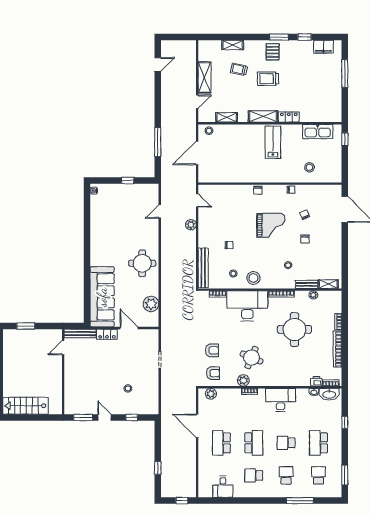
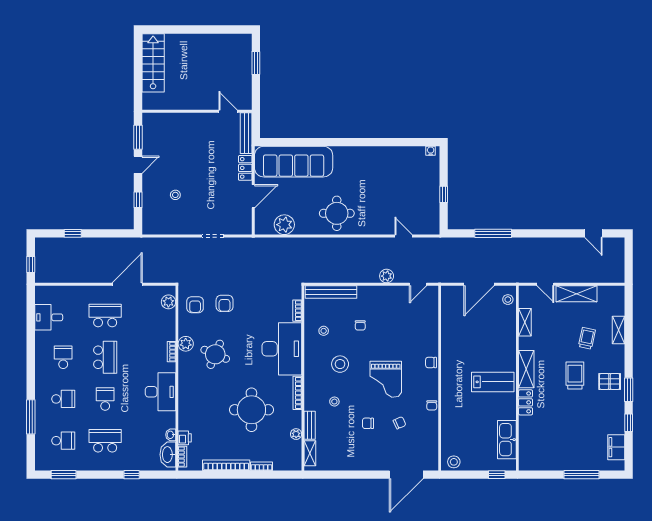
door: (197, 153) -> (479, 284), swing flipped
stool: (309, 167) -> (454, 462), moved
stool: (253, 278) -> (340, 364), moved
school desk: (254, 443) -> (105, 357), turned -90

